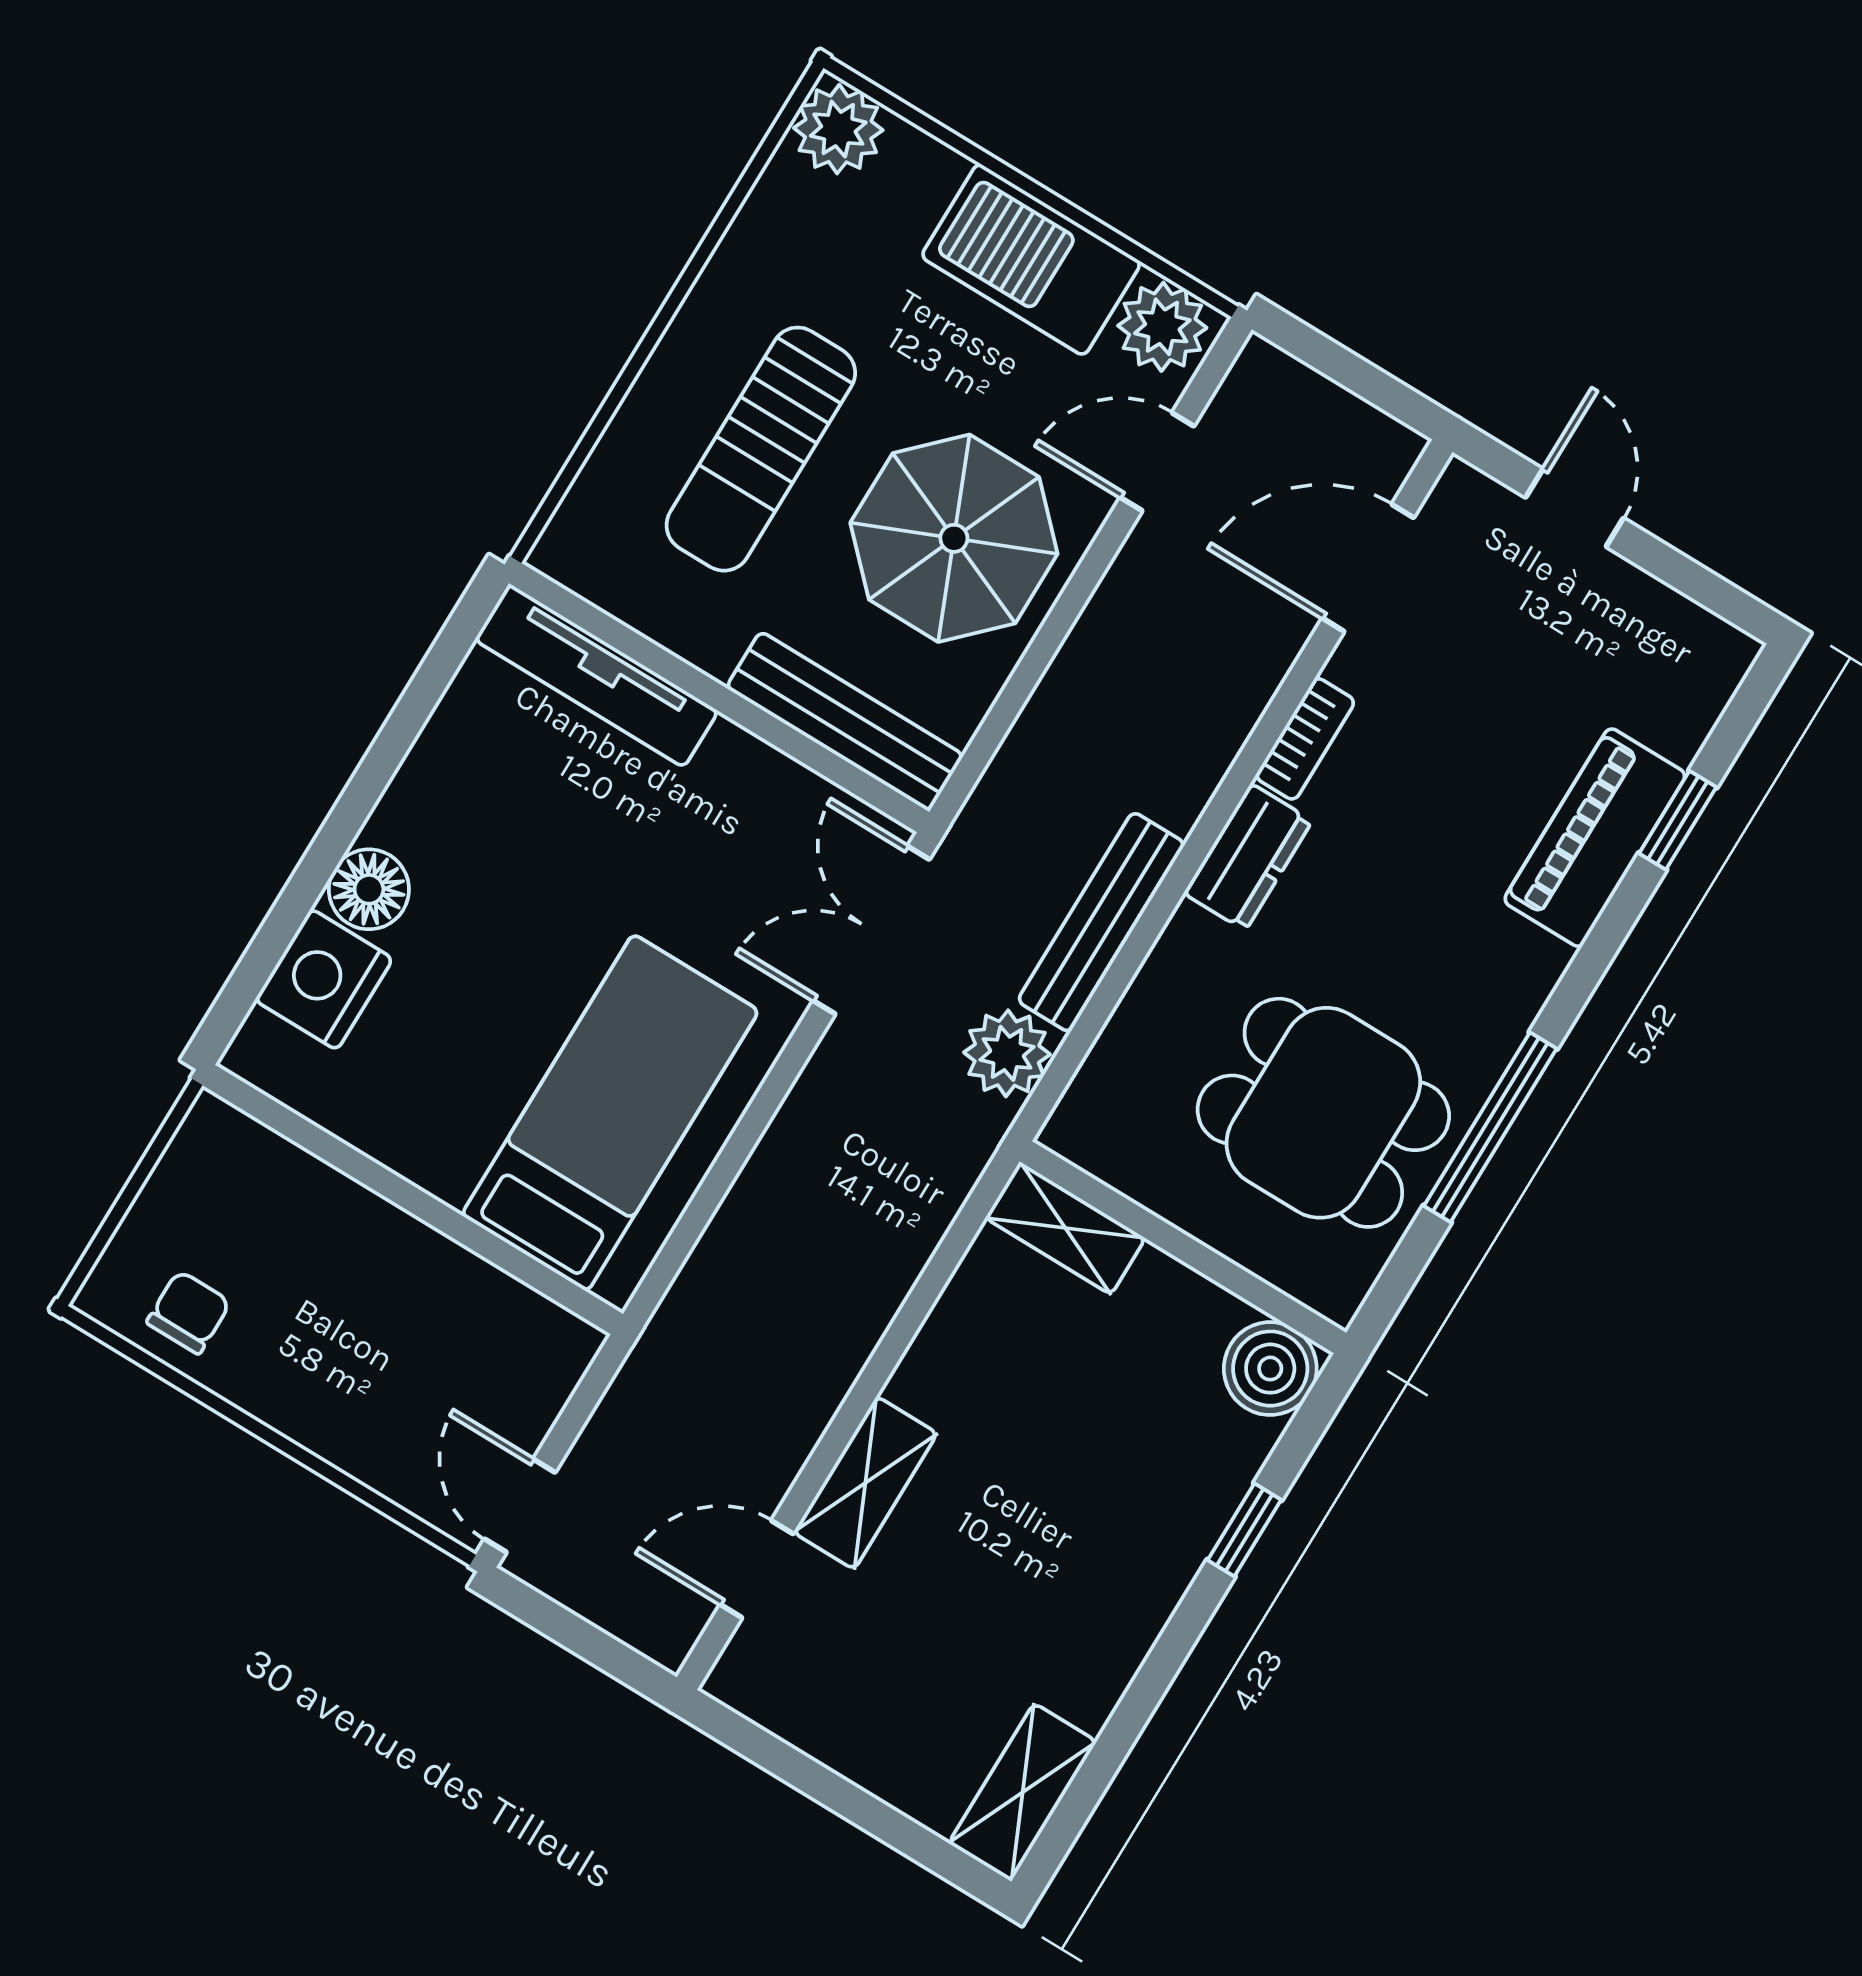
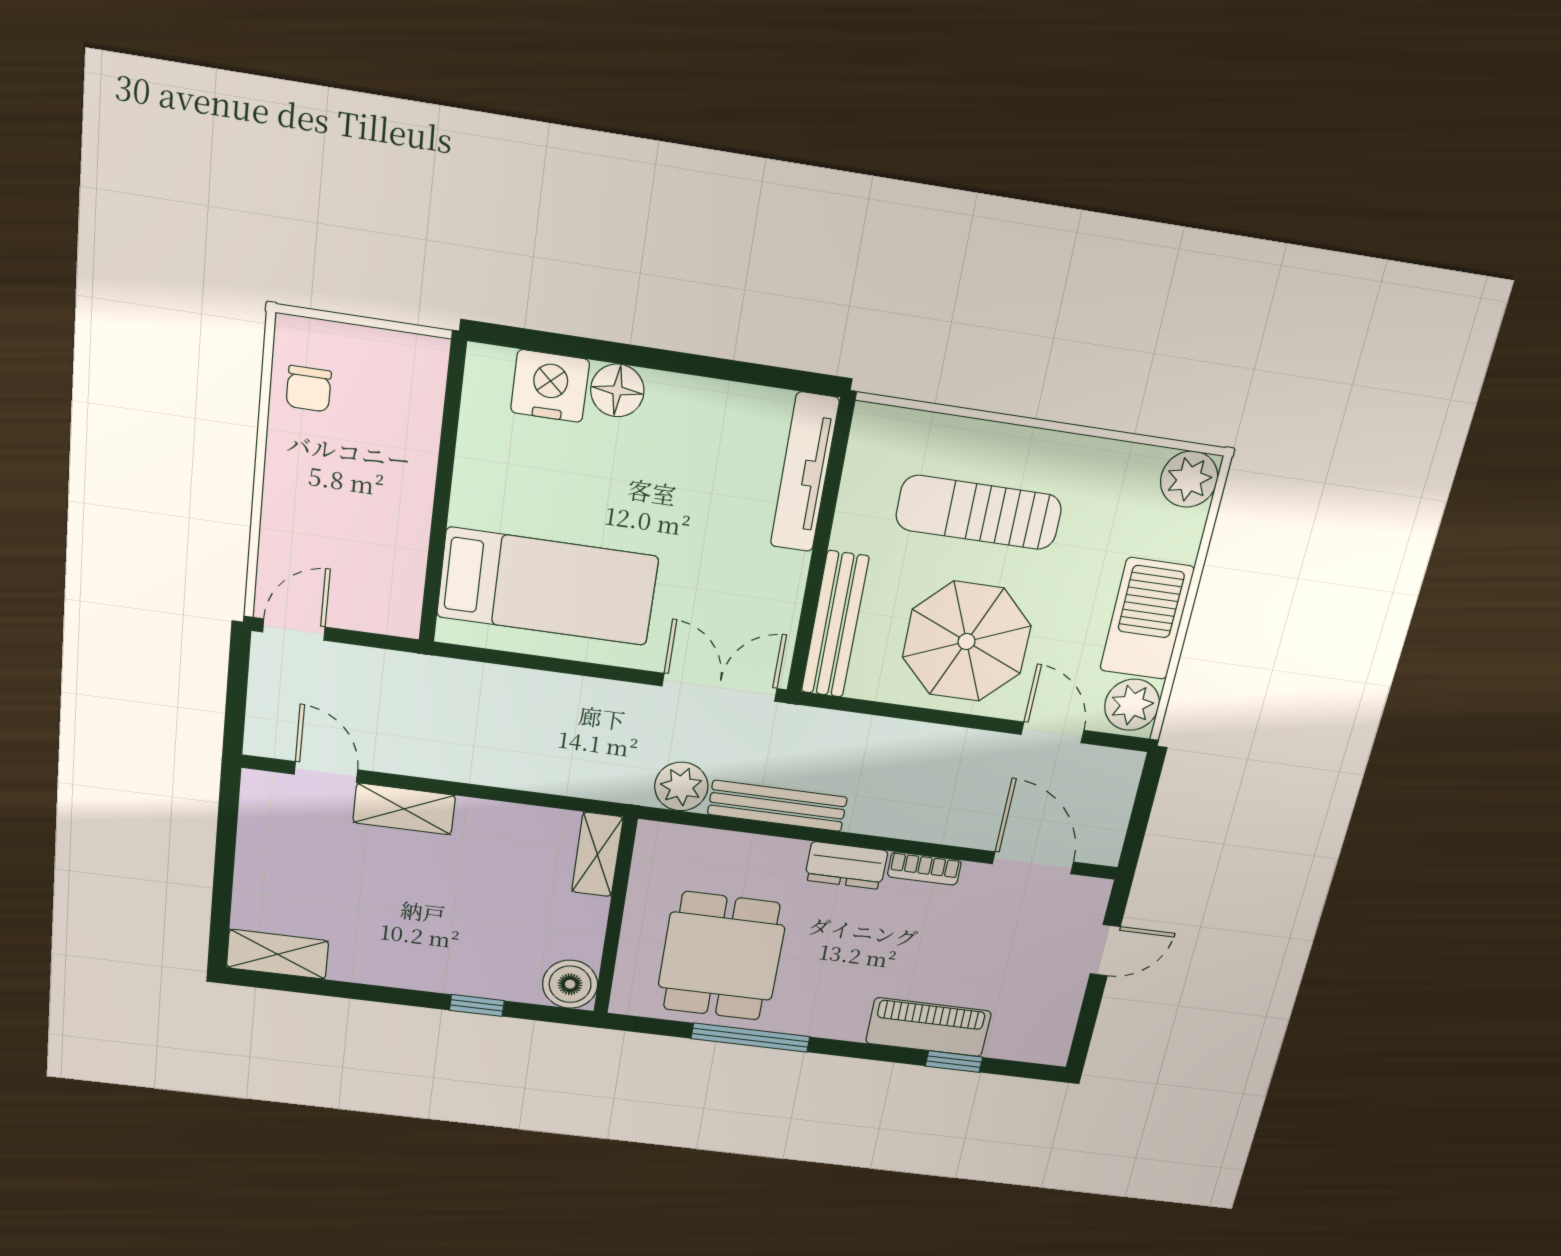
chair: (189, 1312) -> (309, 389), turned 90

